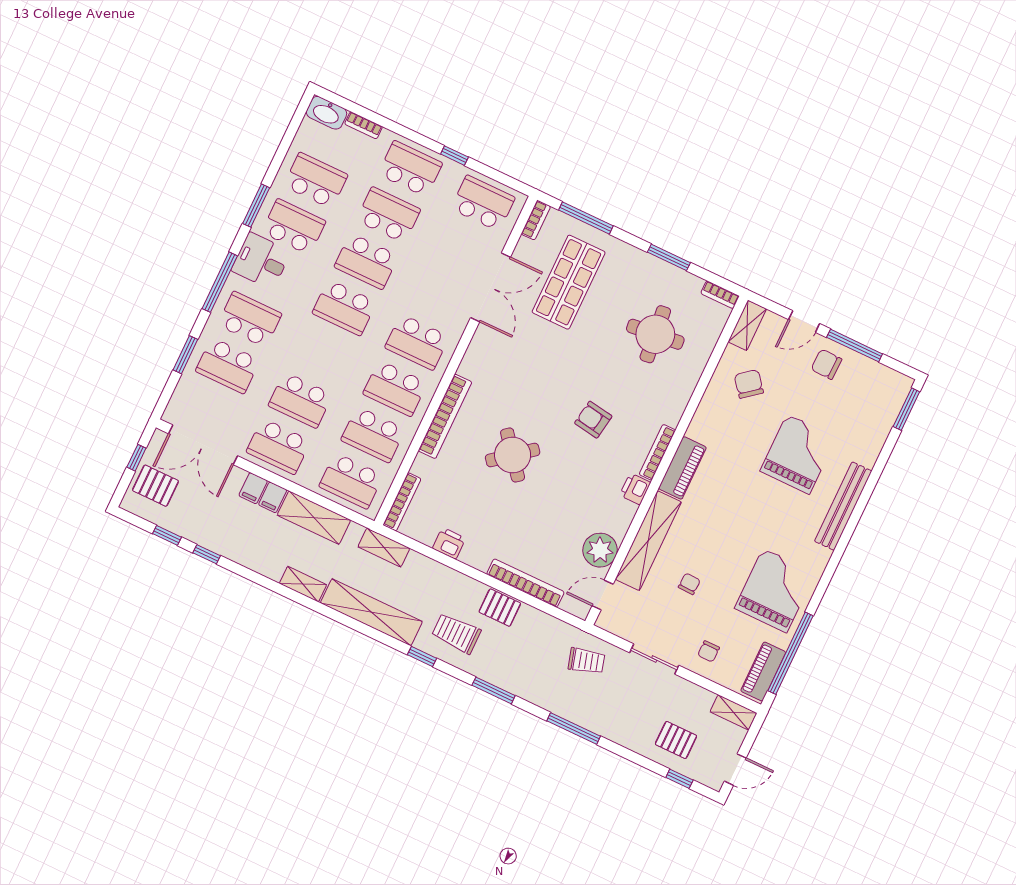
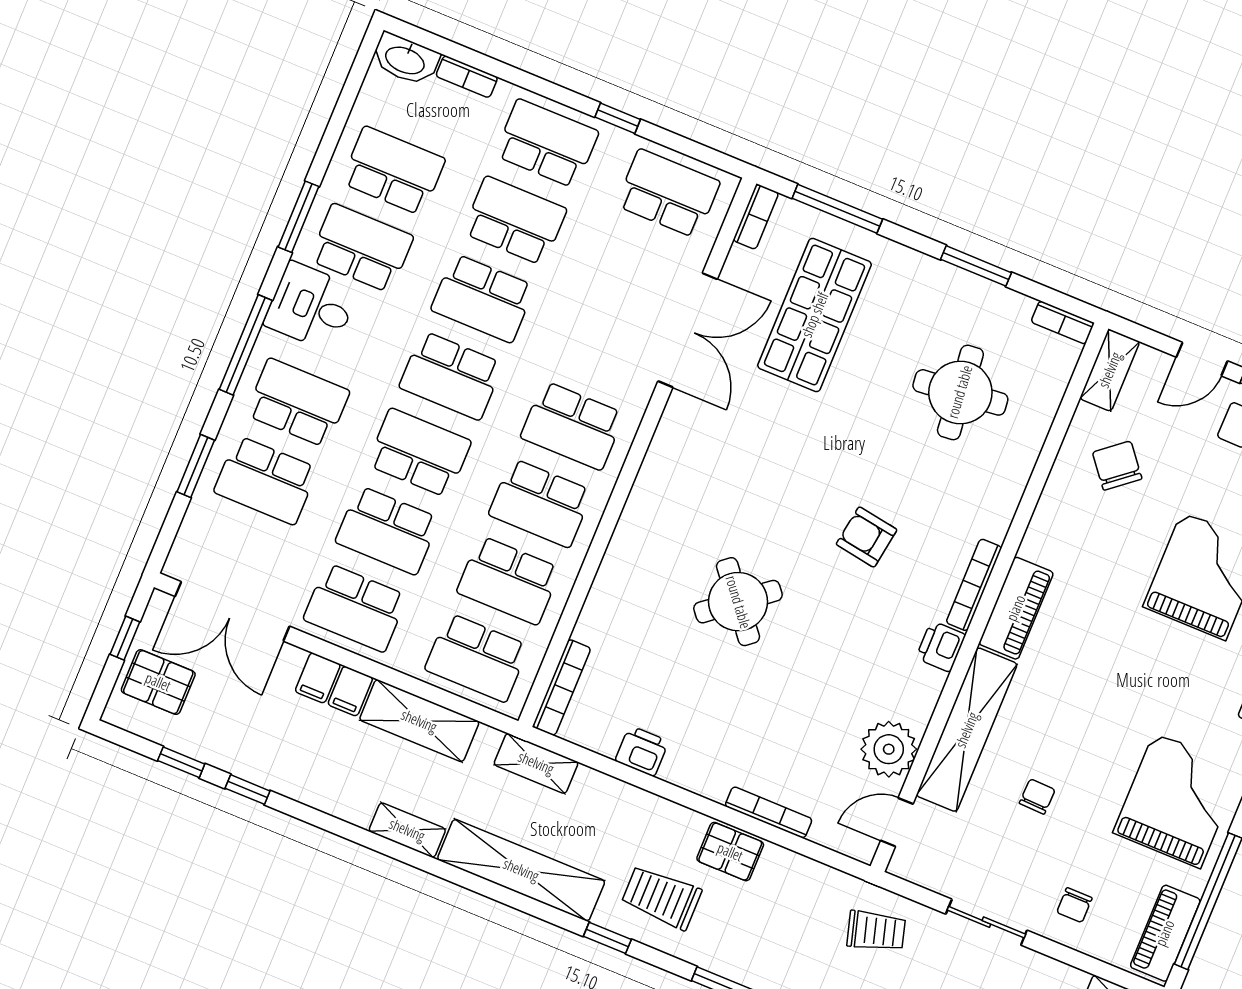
school desk: (322, 354) -> (419, 453), added
bookcase: (445, 416) -> (625, 544), removed
bookcase: (525, 583) -> (769, 812), width x0.68, depth x0.76

